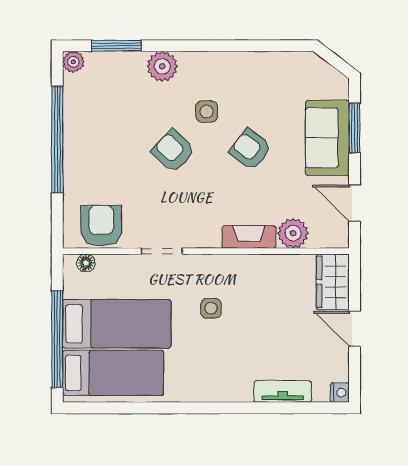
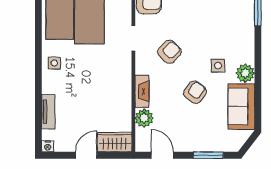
plant: (162, 66) -> (245, 73), moved
sofa: (327, 138) -> (241, 106), moved, turned -90
armchair: (173, 151) -> (169, 52), moved
door: (355, 203) -> (162, 155), hinge flipped
side table: (211, 308) -> (54, 63), moved

